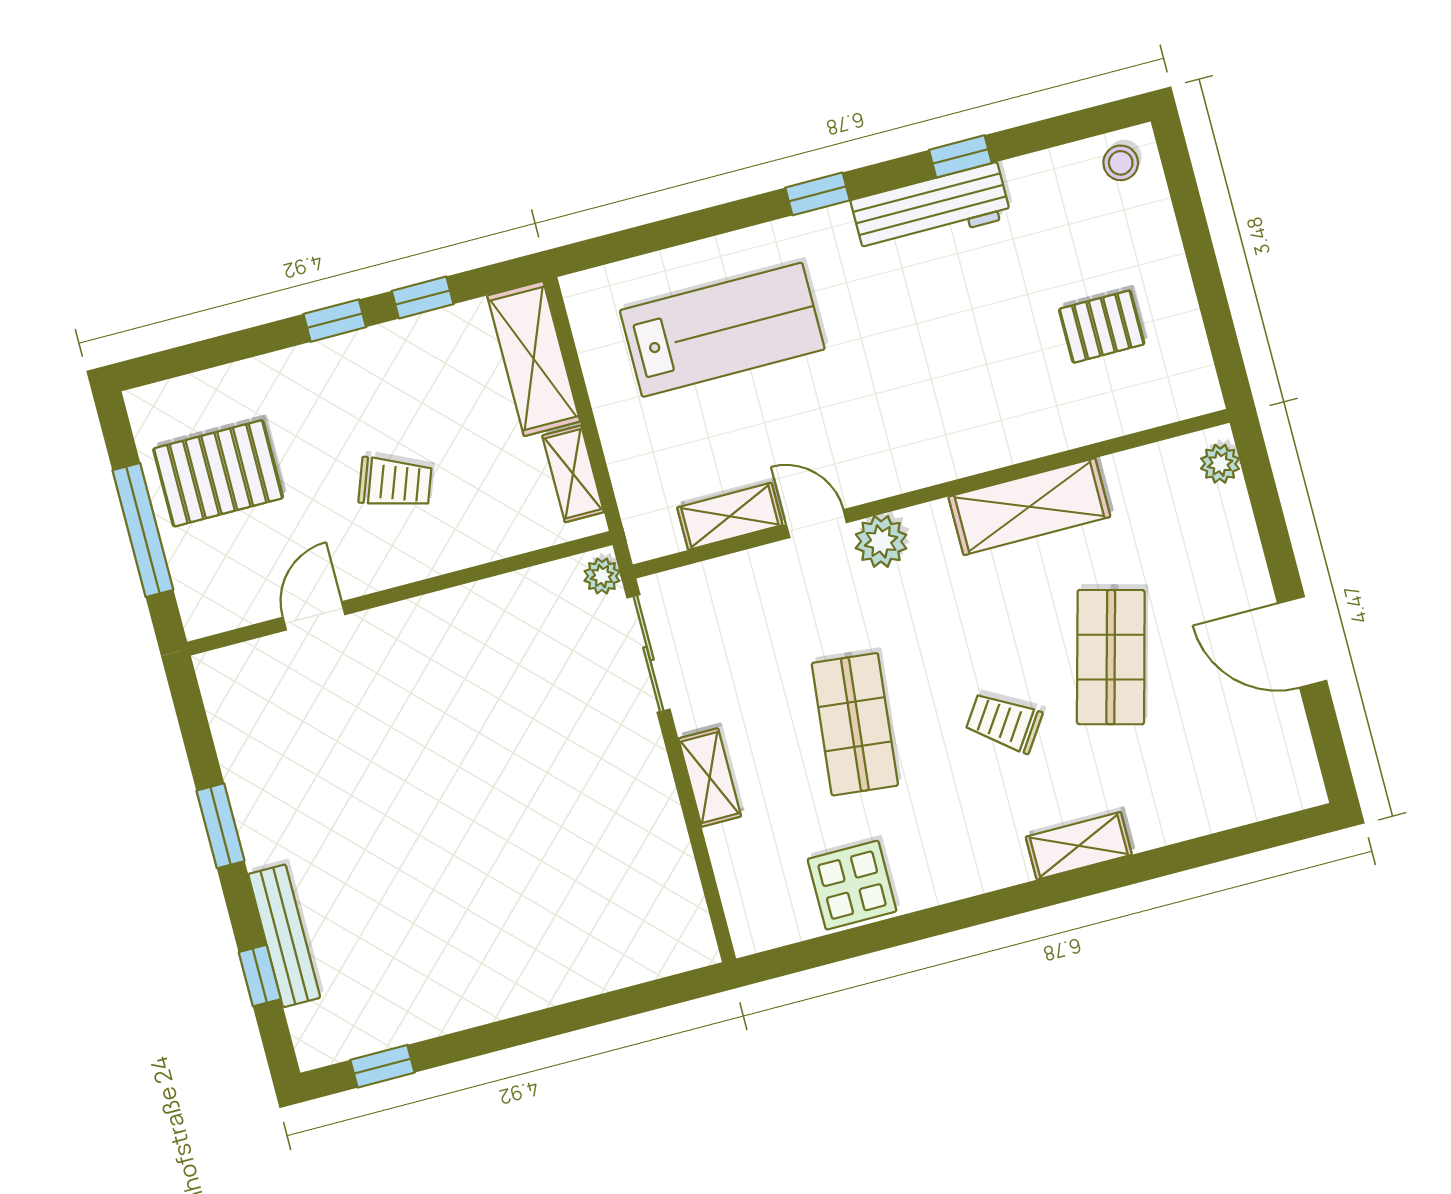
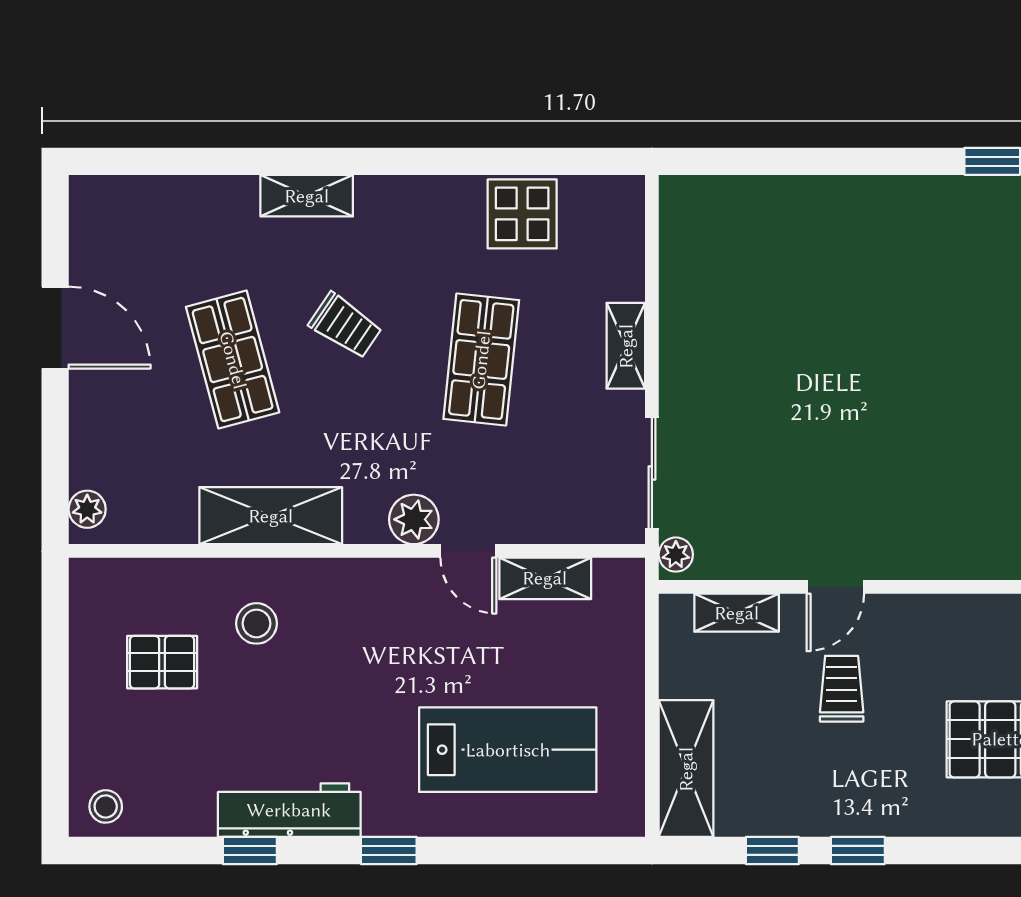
lab bench: (722, 330) -> (508, 750), turned 180
stool: (1015, 392) -> (256, 623), added
shelving: (573, 474) -> (737, 613), moved, turned 90
trolley: (395, 483) -> (842, 689), turned 70
door: (314, 616) -> (835, 587), moved
shop shelf: (1111, 657) -> (233, 360), turned -30

